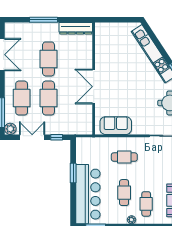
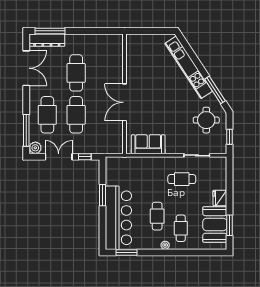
window: (43, 20) -> (50, 31), moved
dresser: (76, 28) -> (47, 40), moved
cafe table: (124, 157) -> (182, 179), moved

